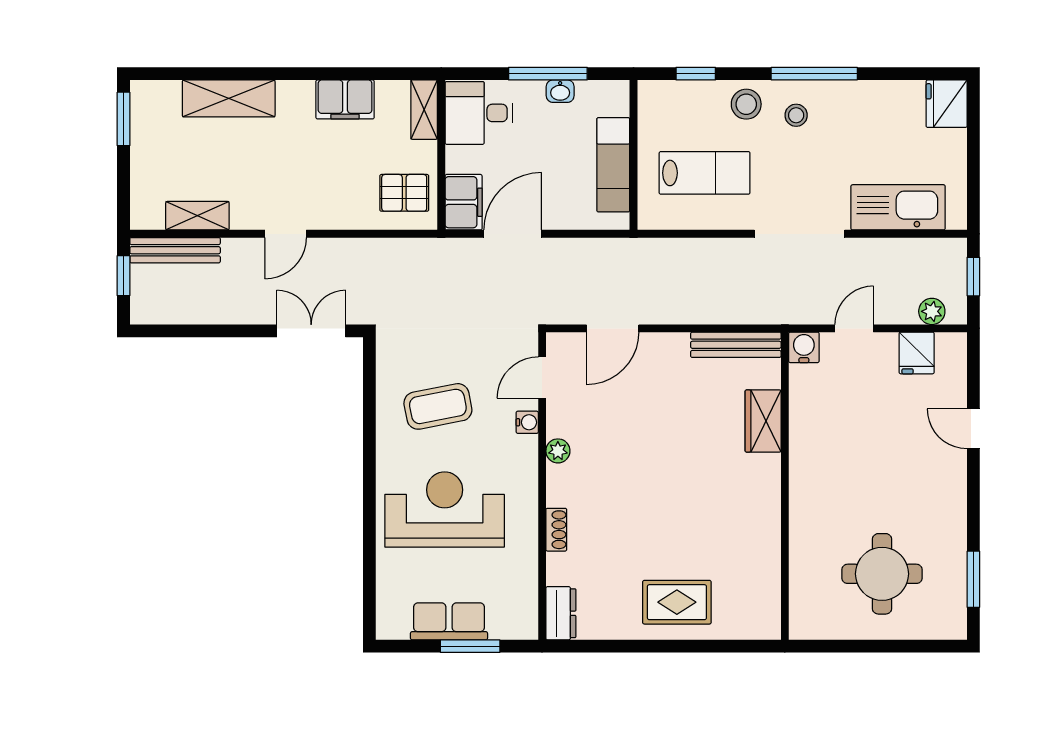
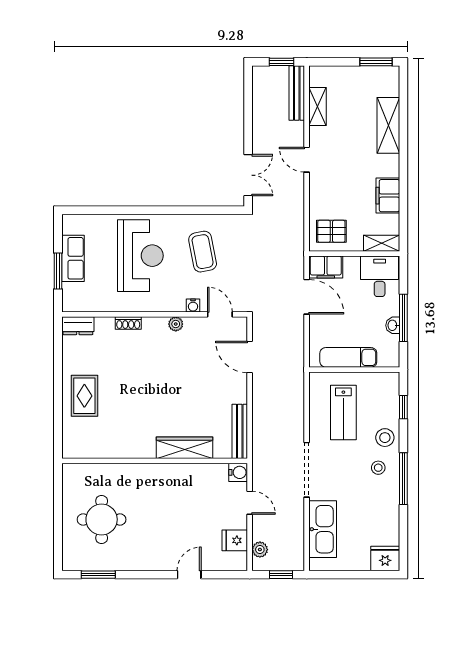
pallet: (404, 193) -> (331, 231), turned 90
wardrobe: (763, 421) -> (184, 448), width x1.50

